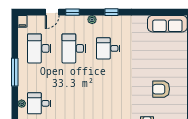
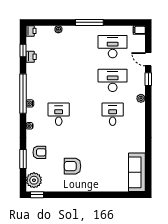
window: (112, 12) -> (148, 118), removed
armchair: (161, 89) -> (73, 166), turned -90
desk: (39, 103) -> (59, 114), moved

